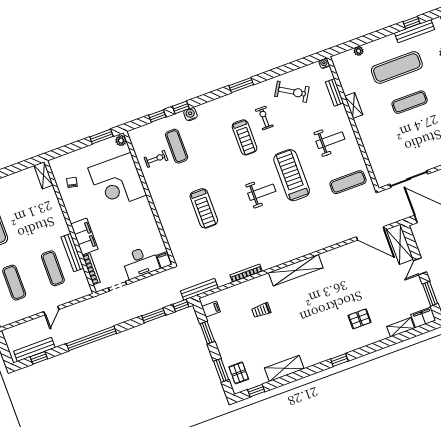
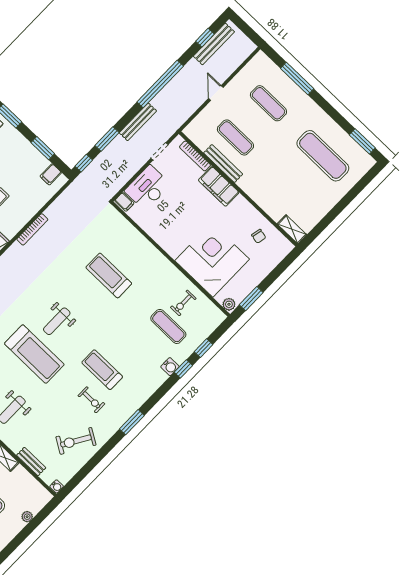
bench: (199, 289) -> (138, 122), moved

